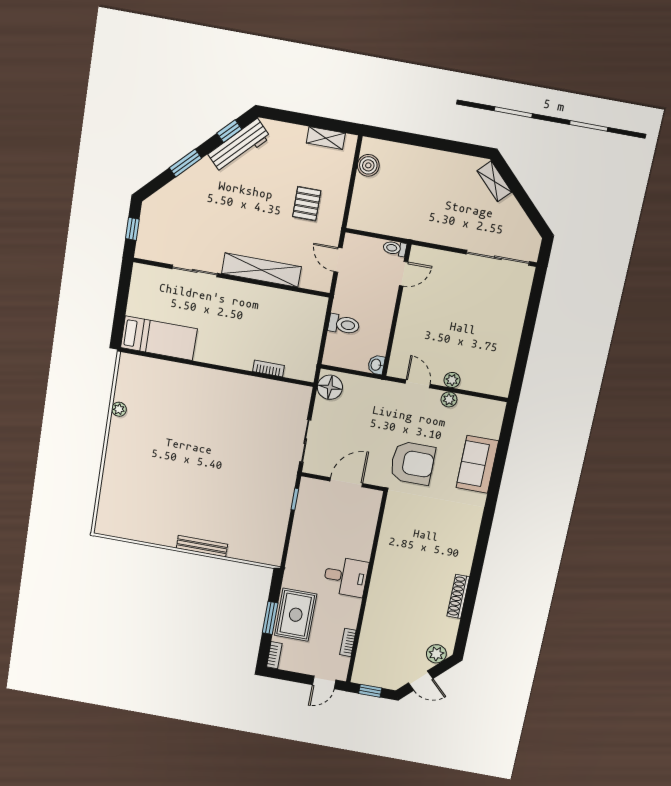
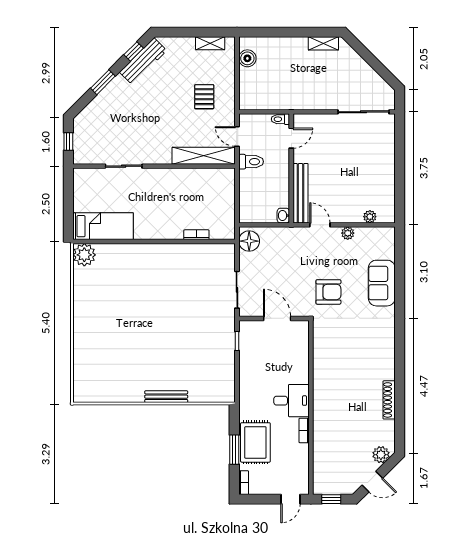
shelving: (494, 181) -> (323, 43), moved, turned -45
shelving: (261, 270) -> (204, 156), moved
toilet: (344, 324) -> (251, 162), moved
bench: (402, 342) -> (301, 193), added
plant: (452, 380) -> (370, 217), moved
plant: (119, 409) -> (84, 255), moved, width x1.88, depth x1.88
armchair: (412, 463) -> (328, 292), width x0.73, depth x0.73
door: (346, 482) -> (277, 318), hinge flipped
bookcase: (348, 642) -> (304, 430), moved

